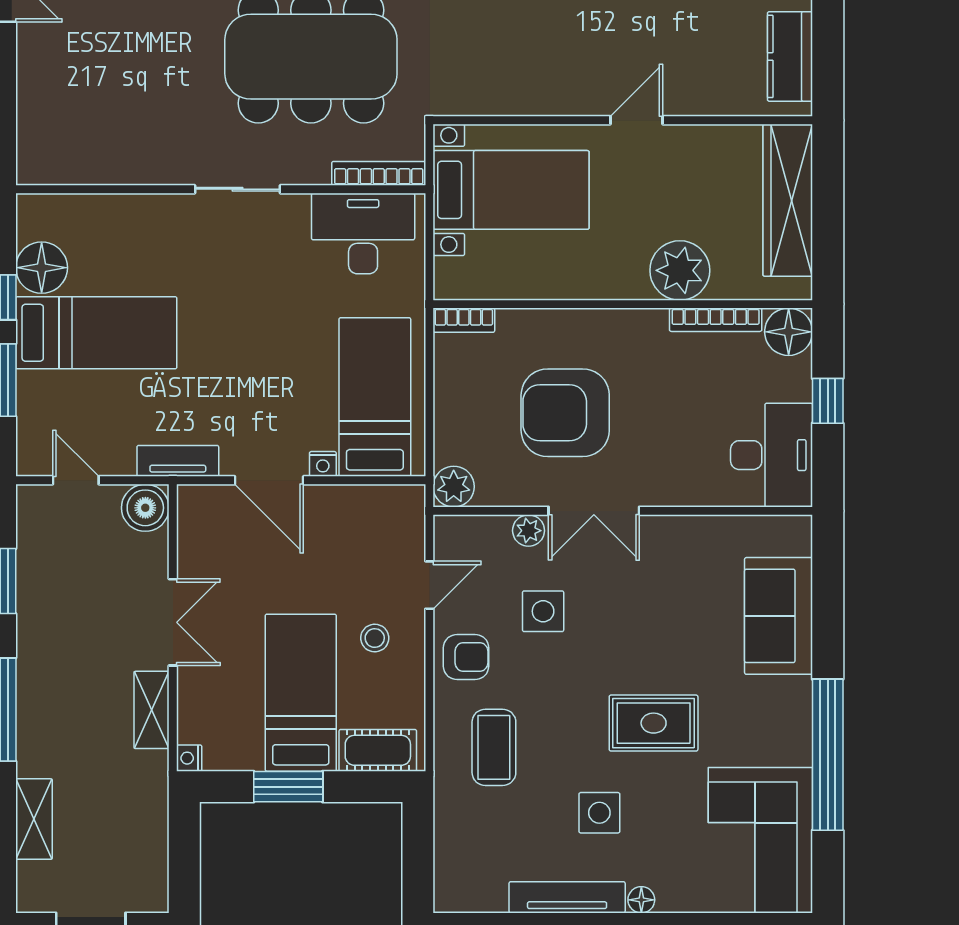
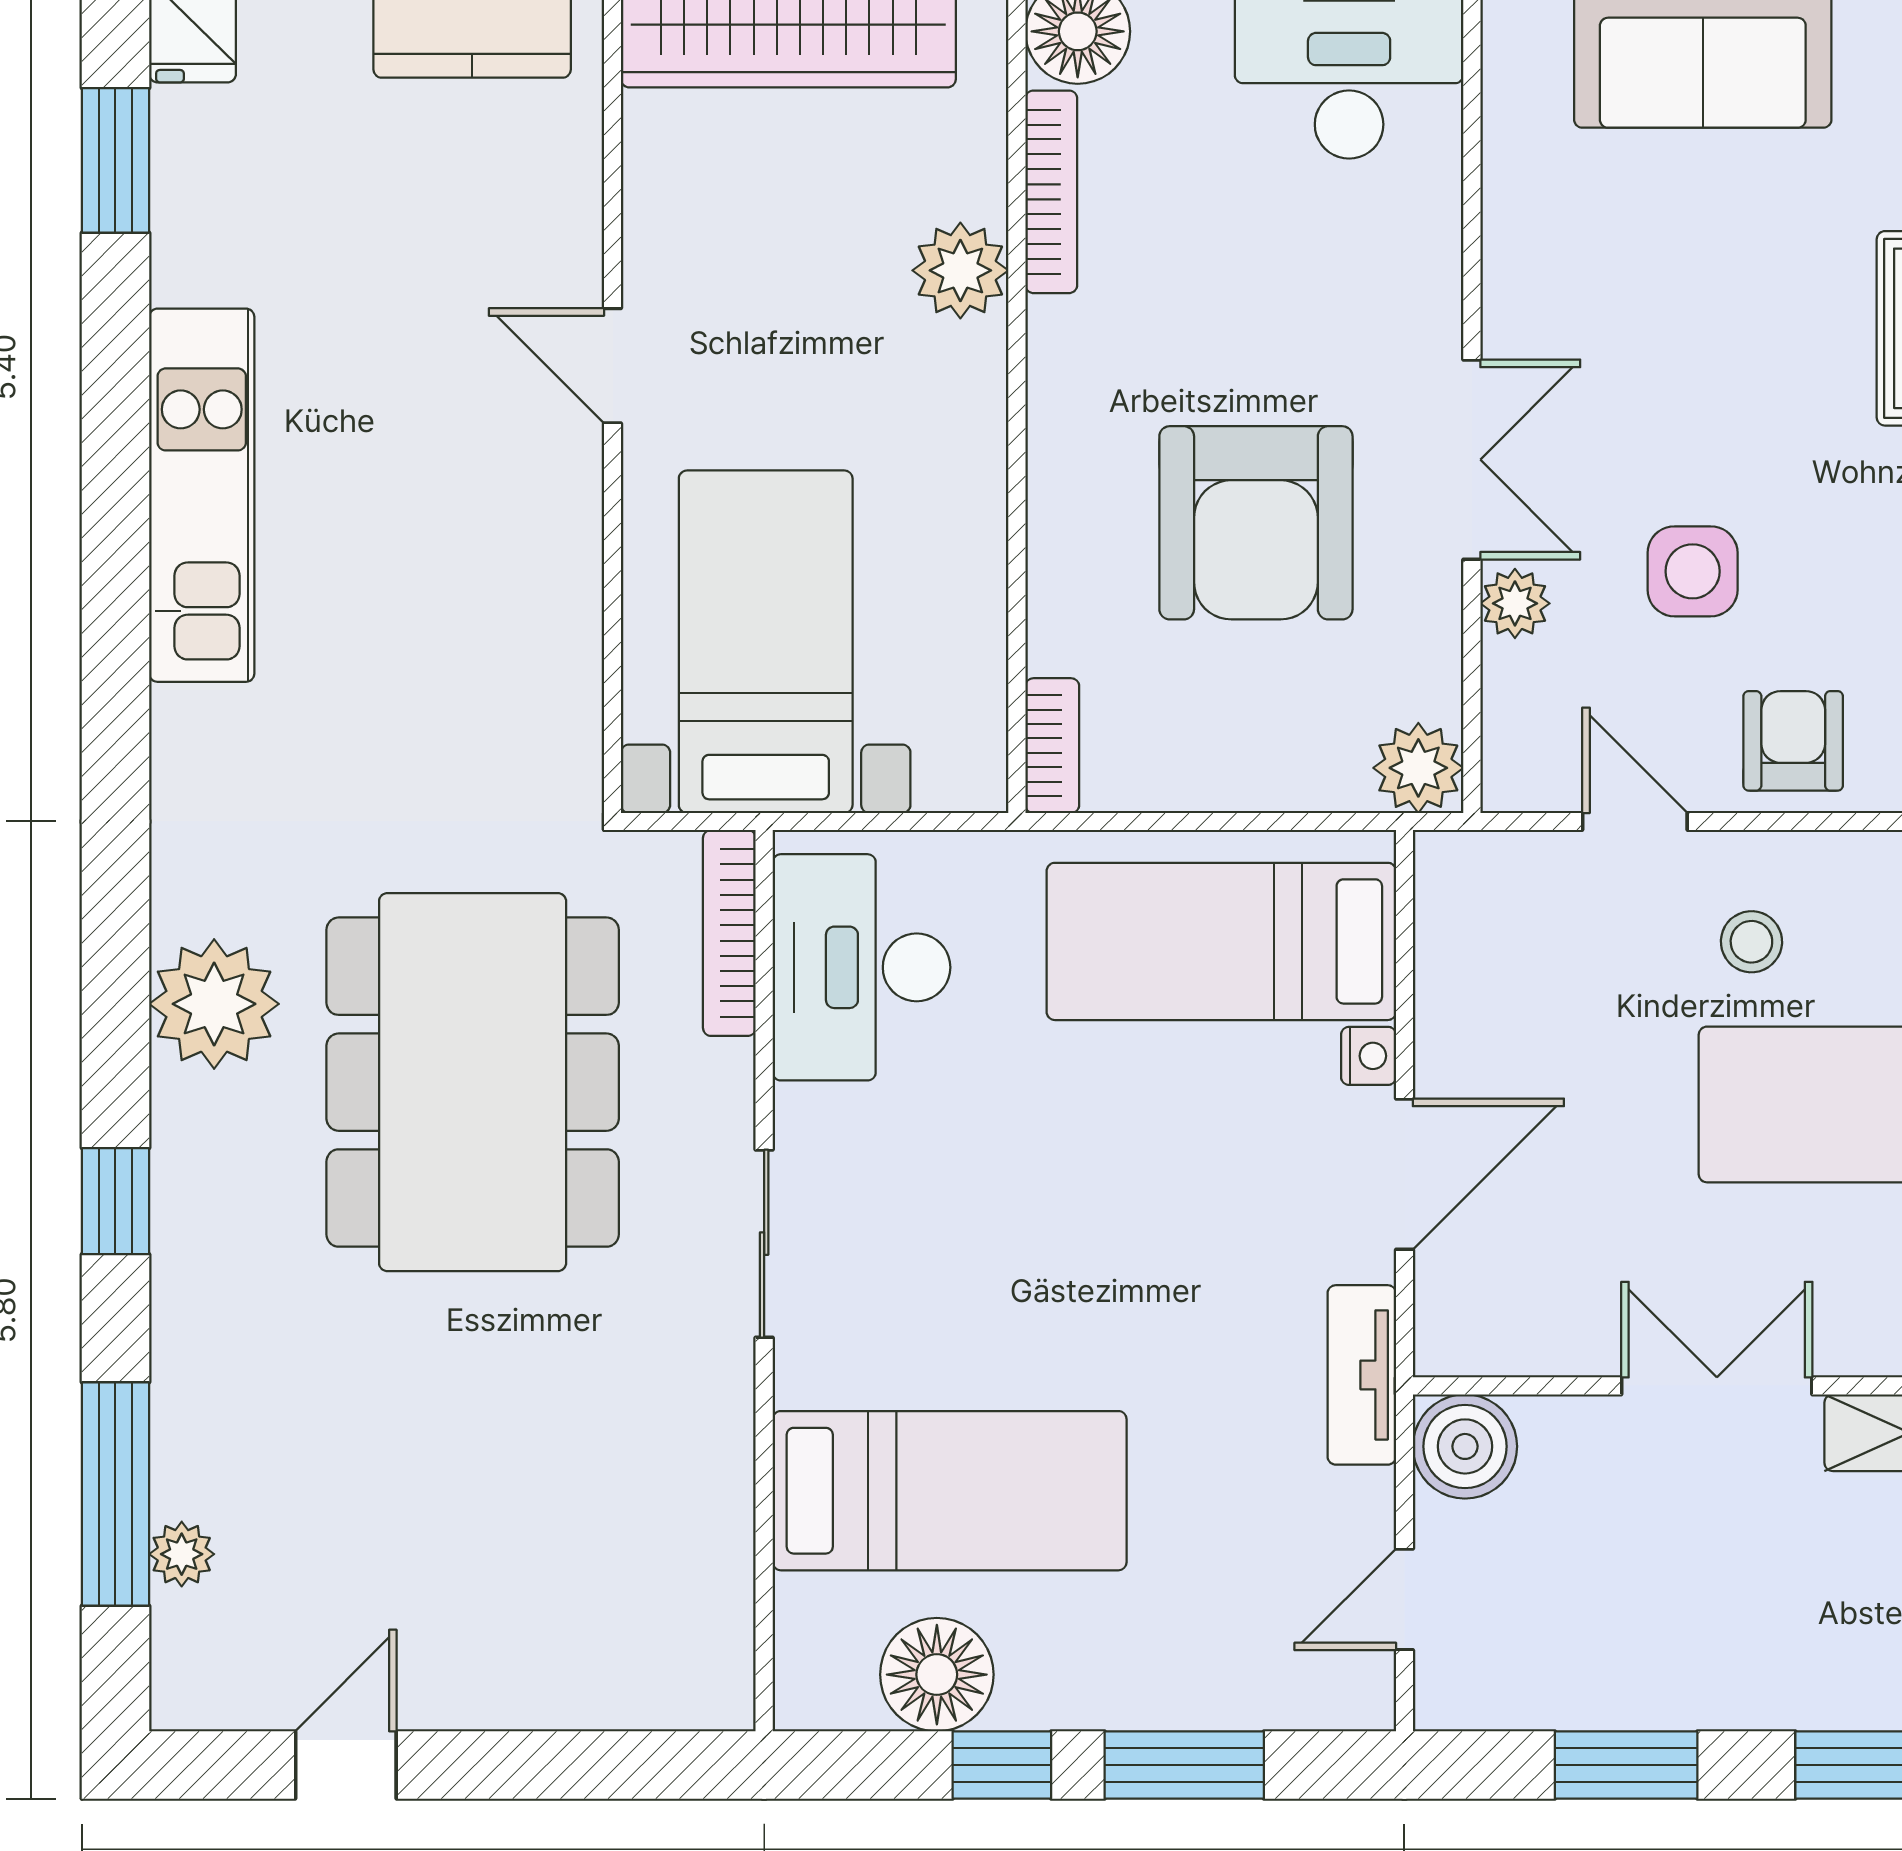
plant: (680, 270) -> (960, 270), width x0.73, depth x0.73
bed: (96, 333) -> (950, 1491), moved, turned 90

